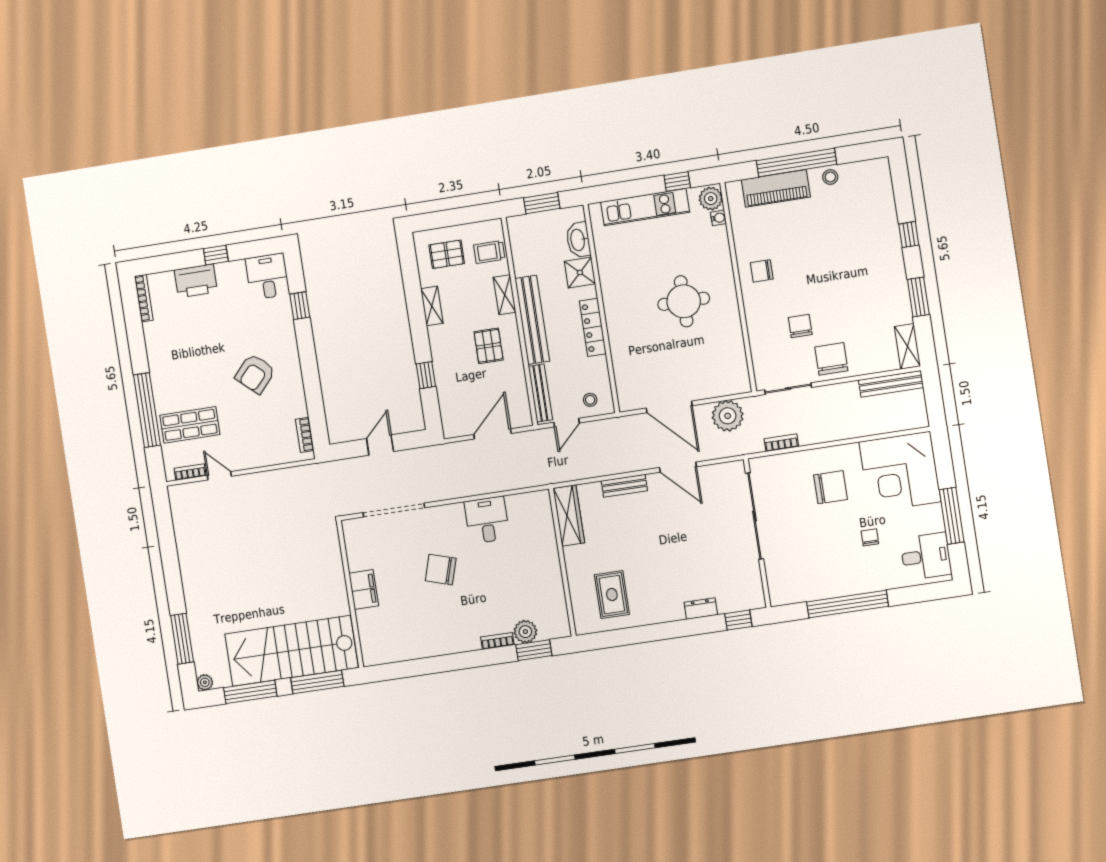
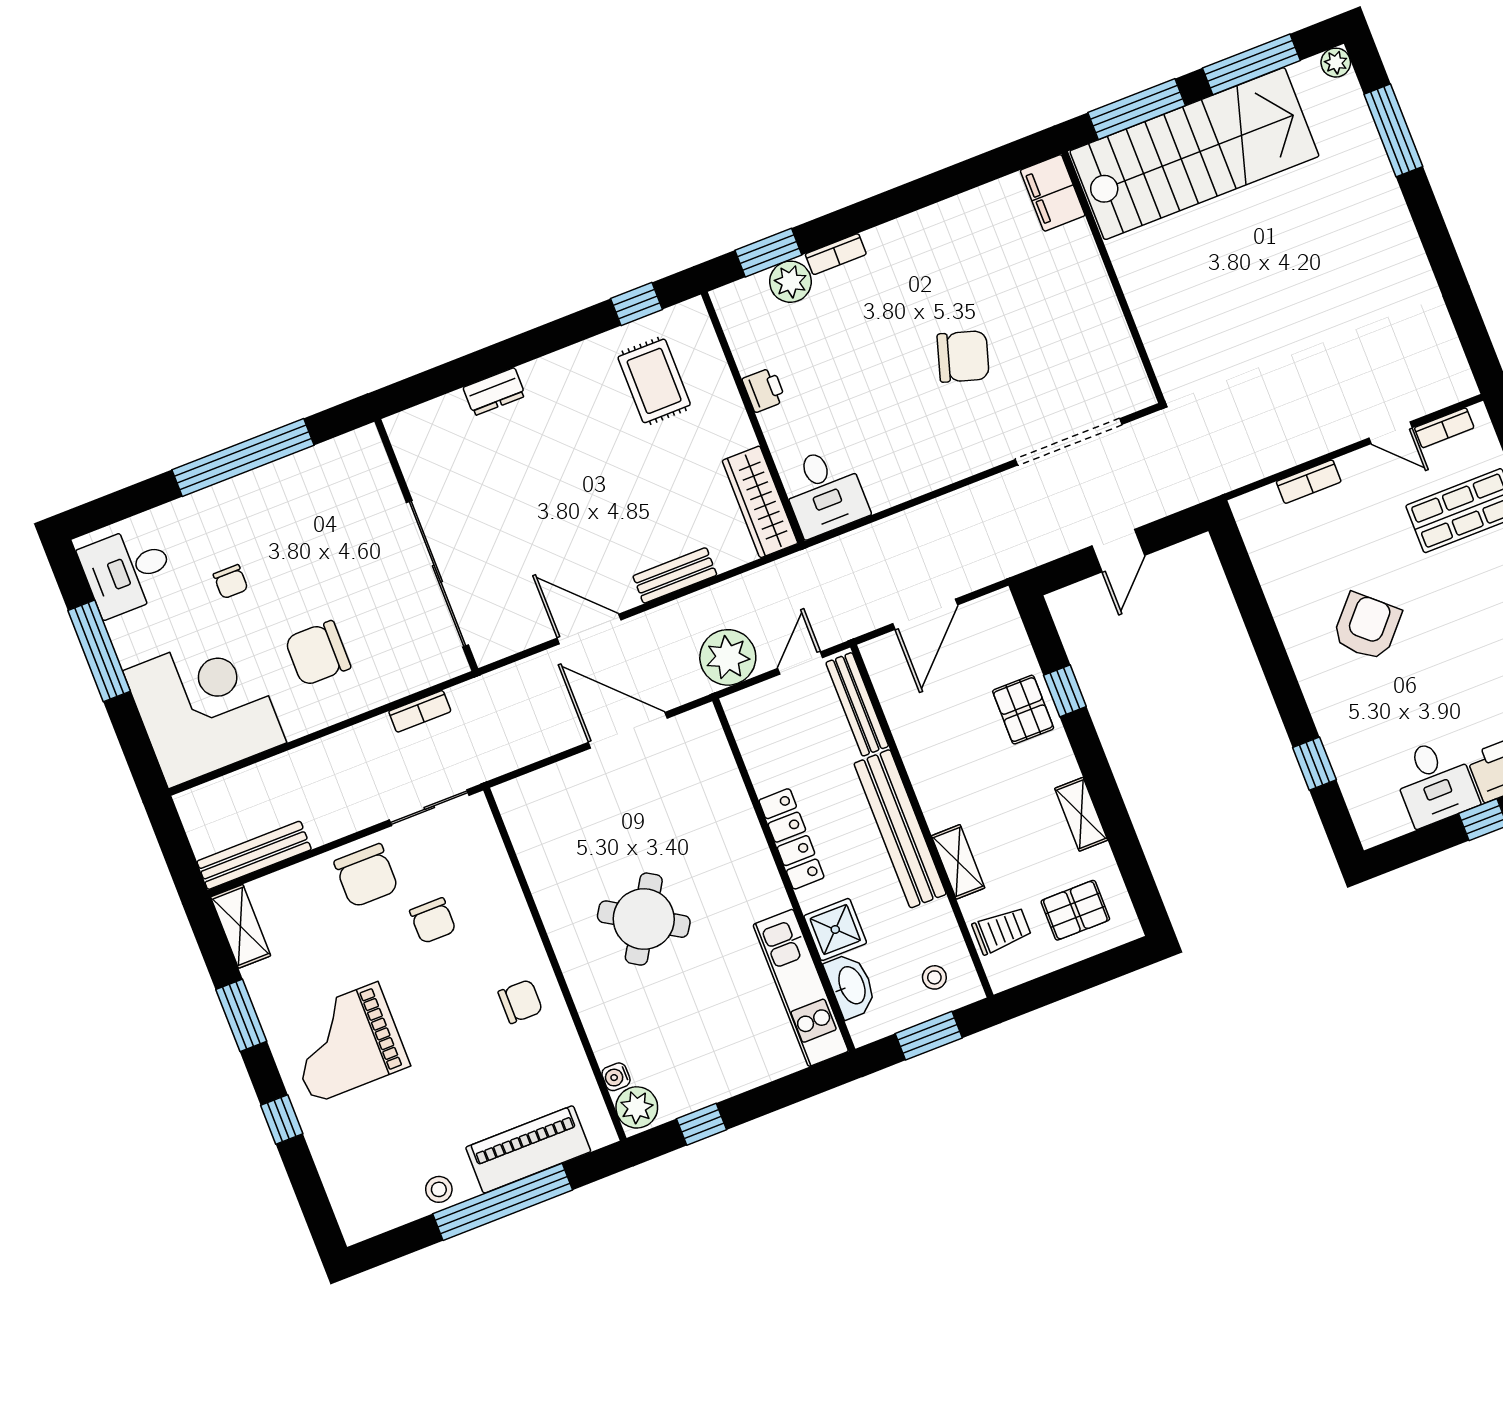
kitchen unit: (645, 207) -> (801, 988), moved, turned -90
grand piano: (864, 269) -> (345, 1043), added
desk: (267, 276) -> (1435, 782), moved
round table: (684, 301) -> (644, 919), turned 32
pallet: (489, 346) -> (1023, 710), moved
stool: (590, 400) -> (934, 977), moved
plant: (728, 416) -> (728, 657), moved
bookcase: (305, 435) -> (1309, 482), moved, turned 90
desk: (487, 520) -> (824, 492), moved
printer: (553, 576) -> (764, 390), added
filing cabinet: (364, 589) -> (1053, 193), moved
window: (738, 620) -> (637, 304), moved

